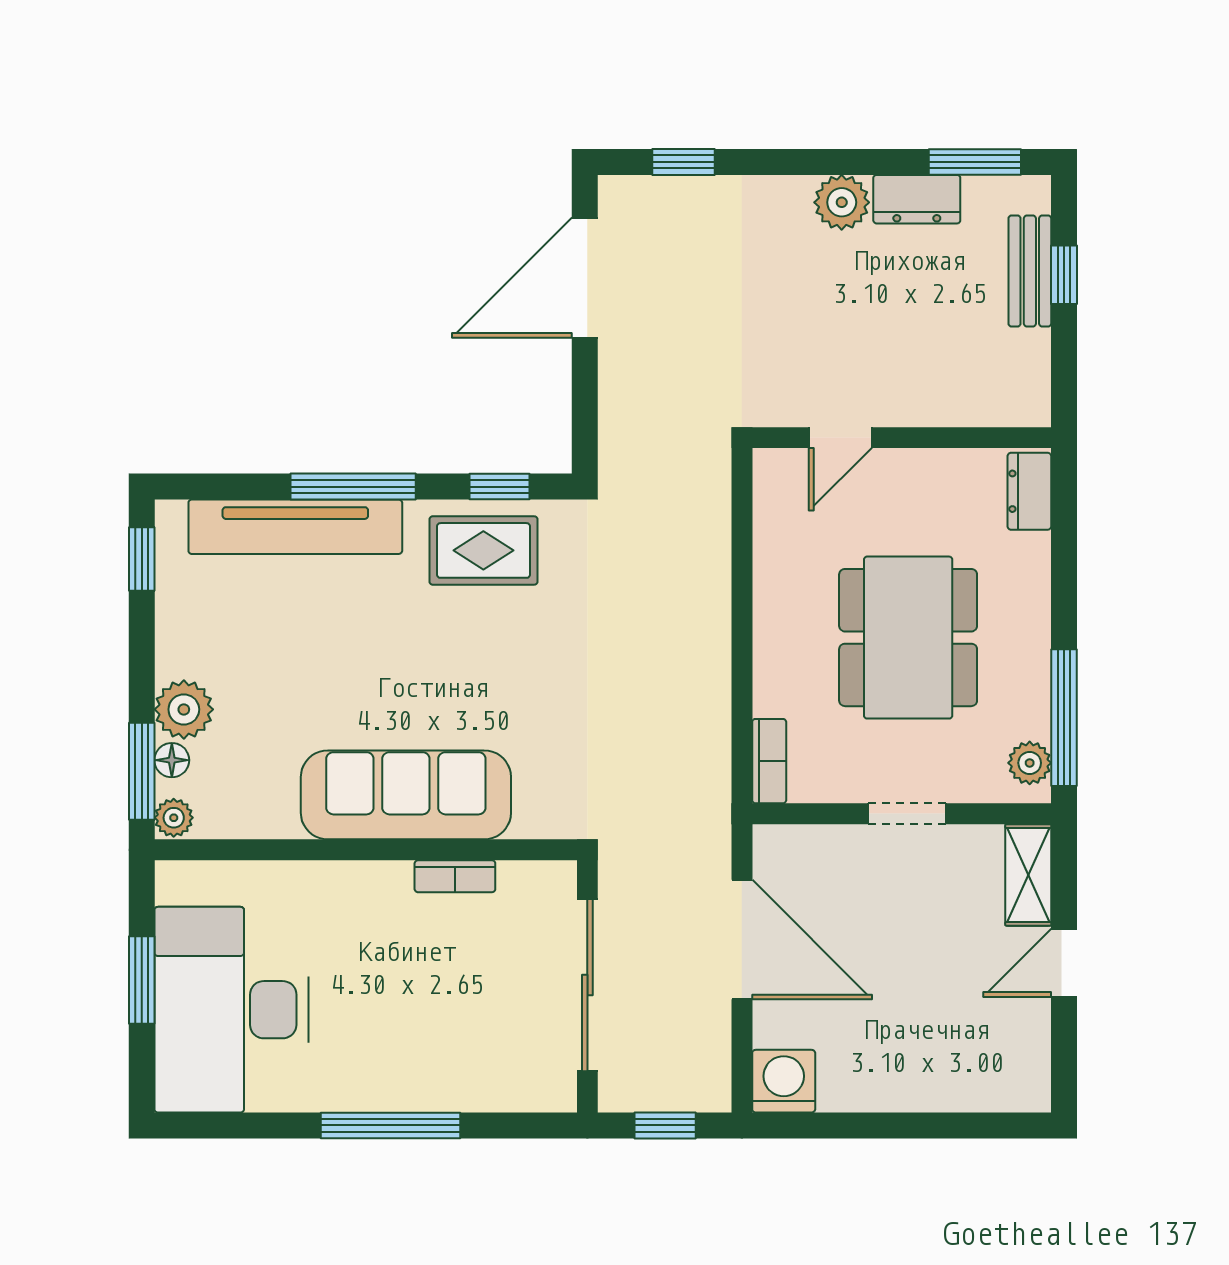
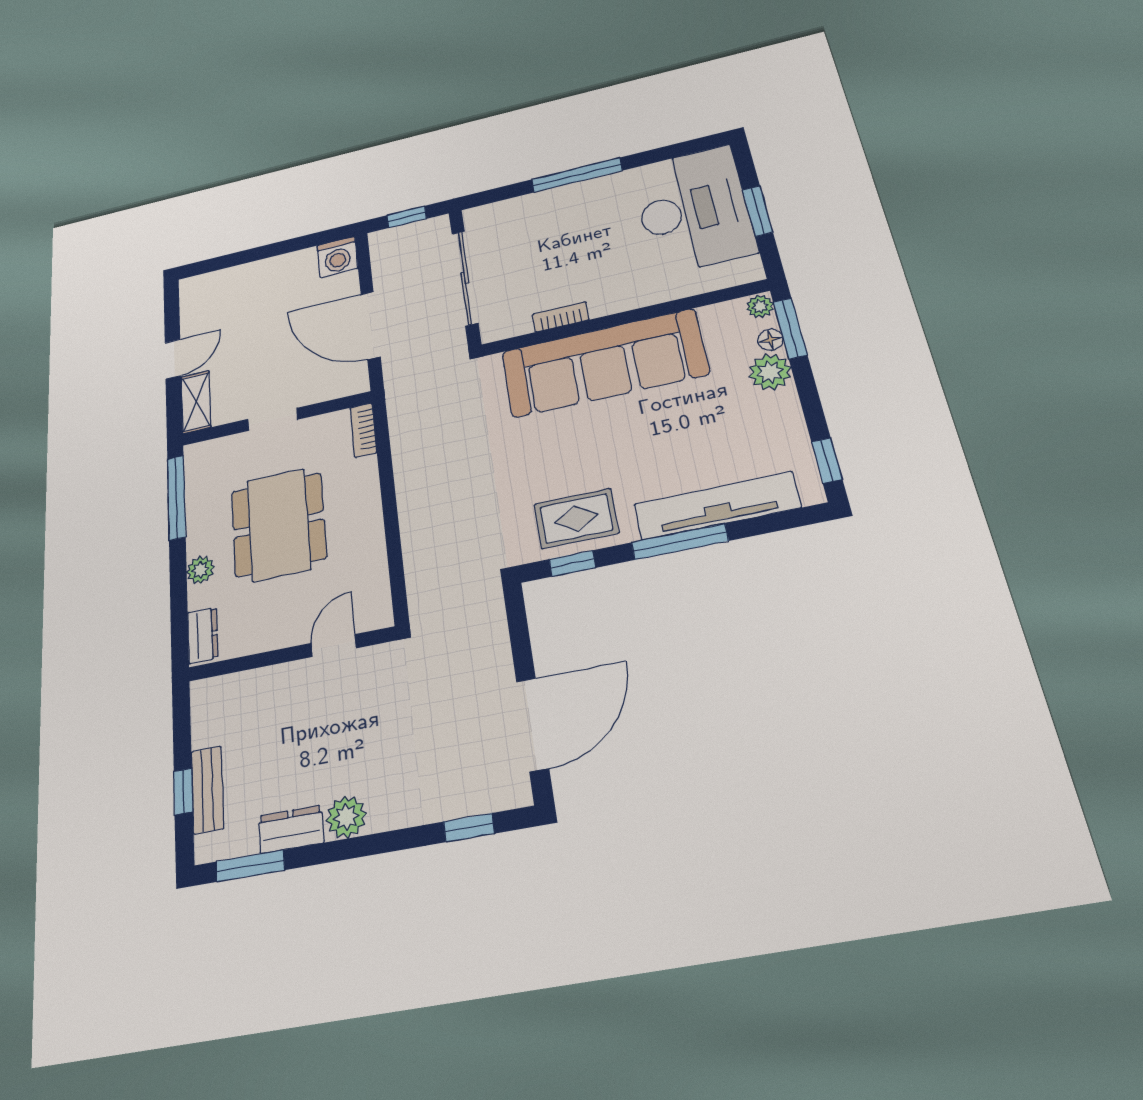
plant: (1030, 763) -> (200, 570), moved
sofa: (406, 795) -> (604, 363), width x1.36, depth x1.27

